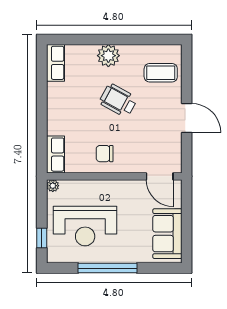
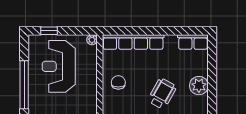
row of seats: (55, 155) -> (133, 42), width x2.02

